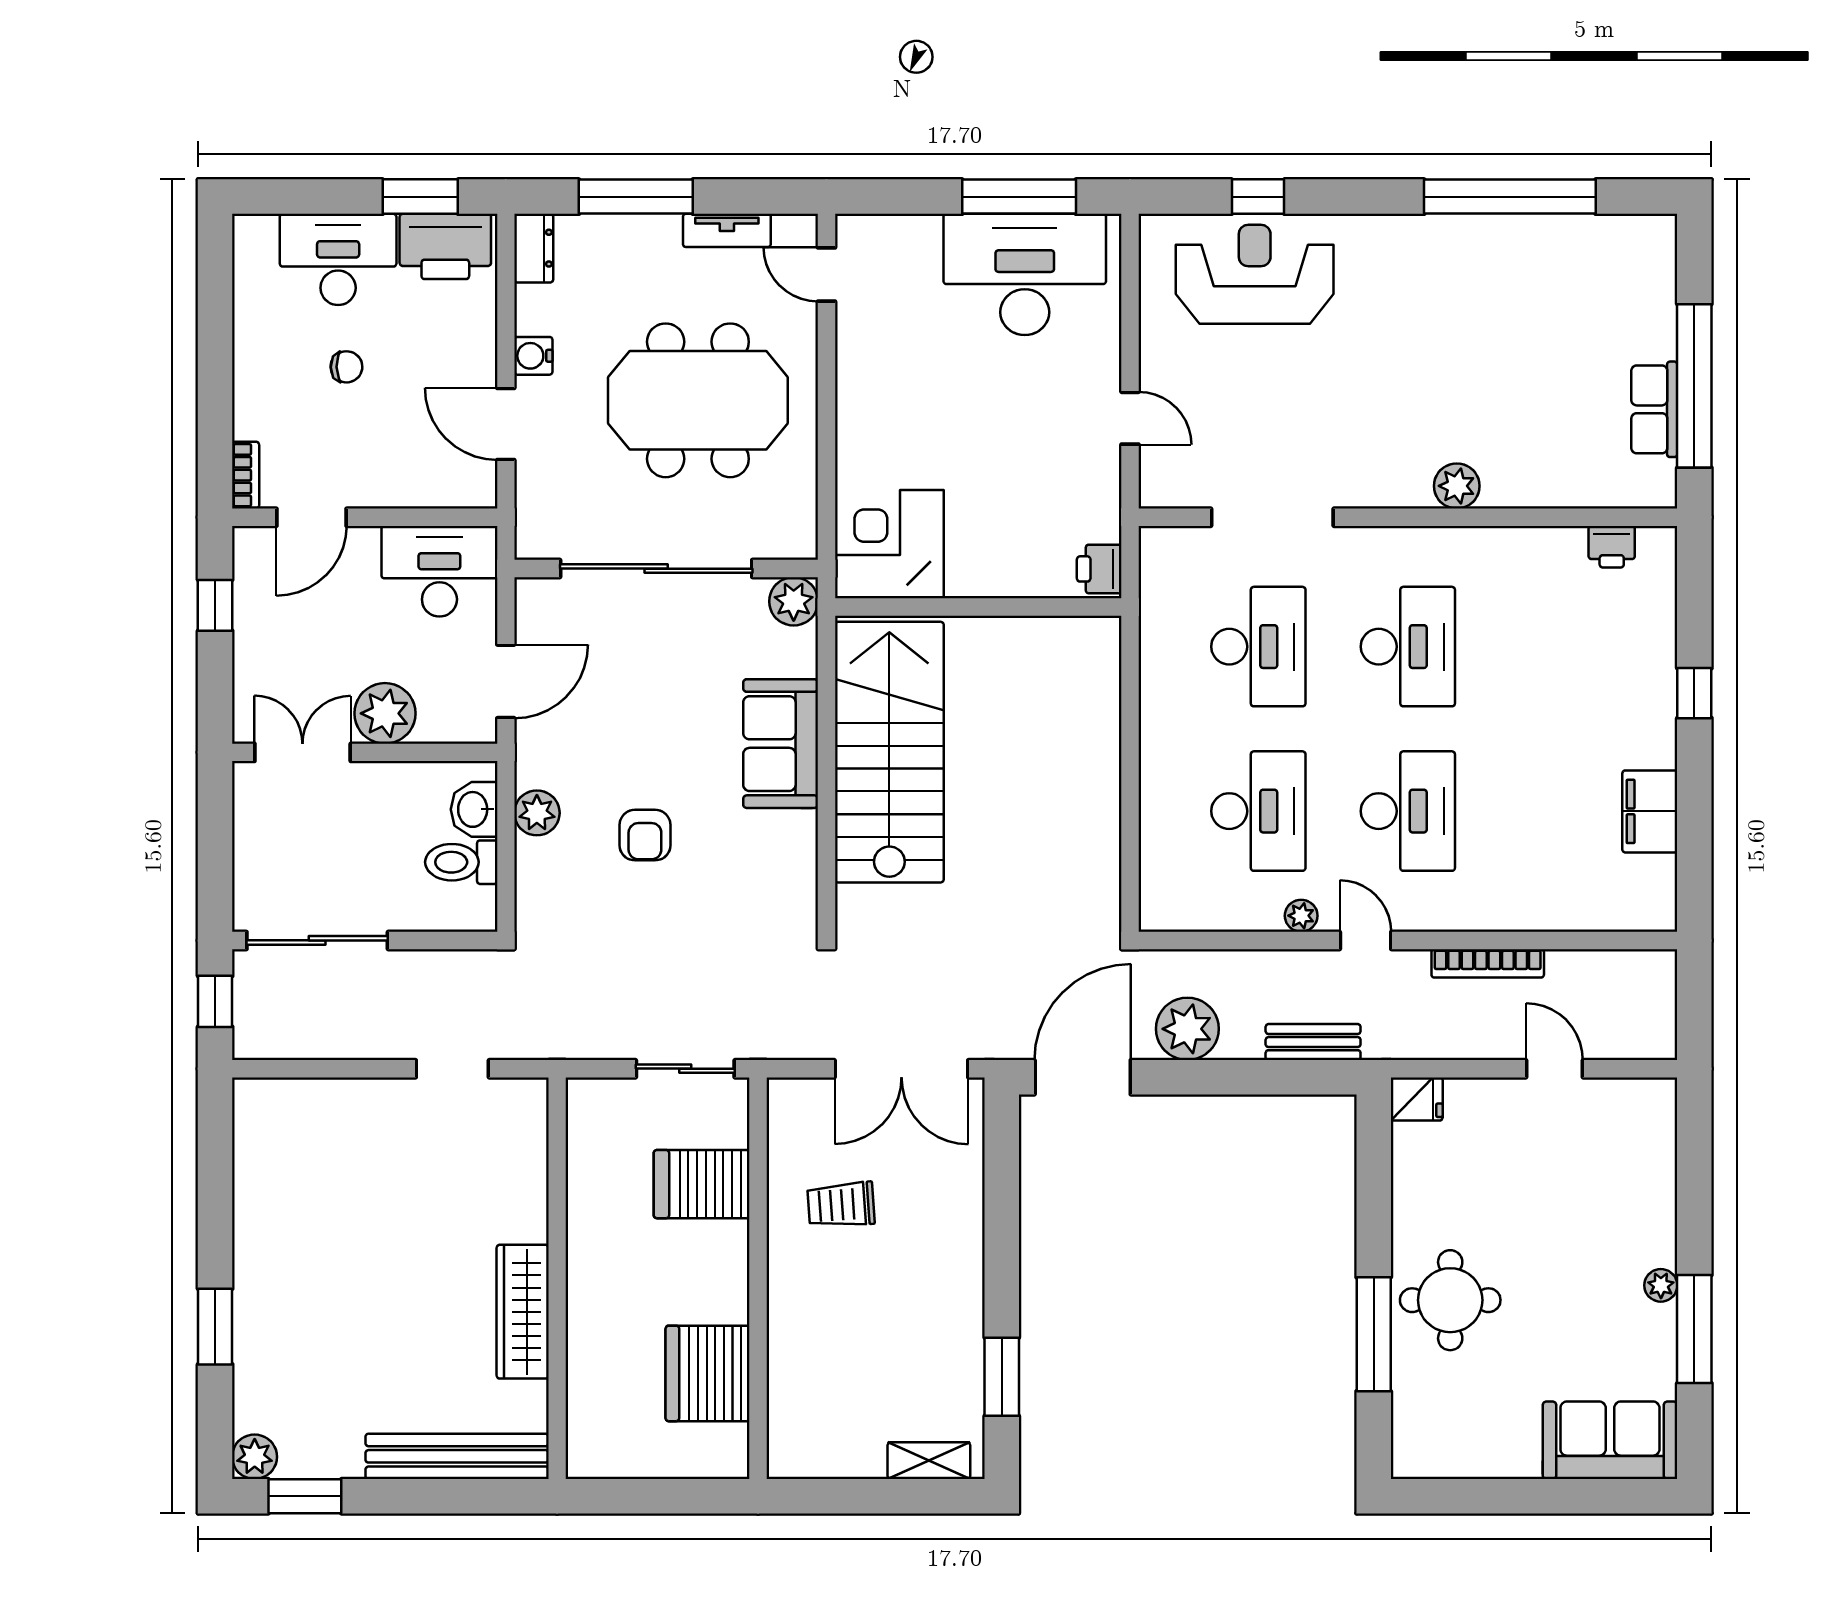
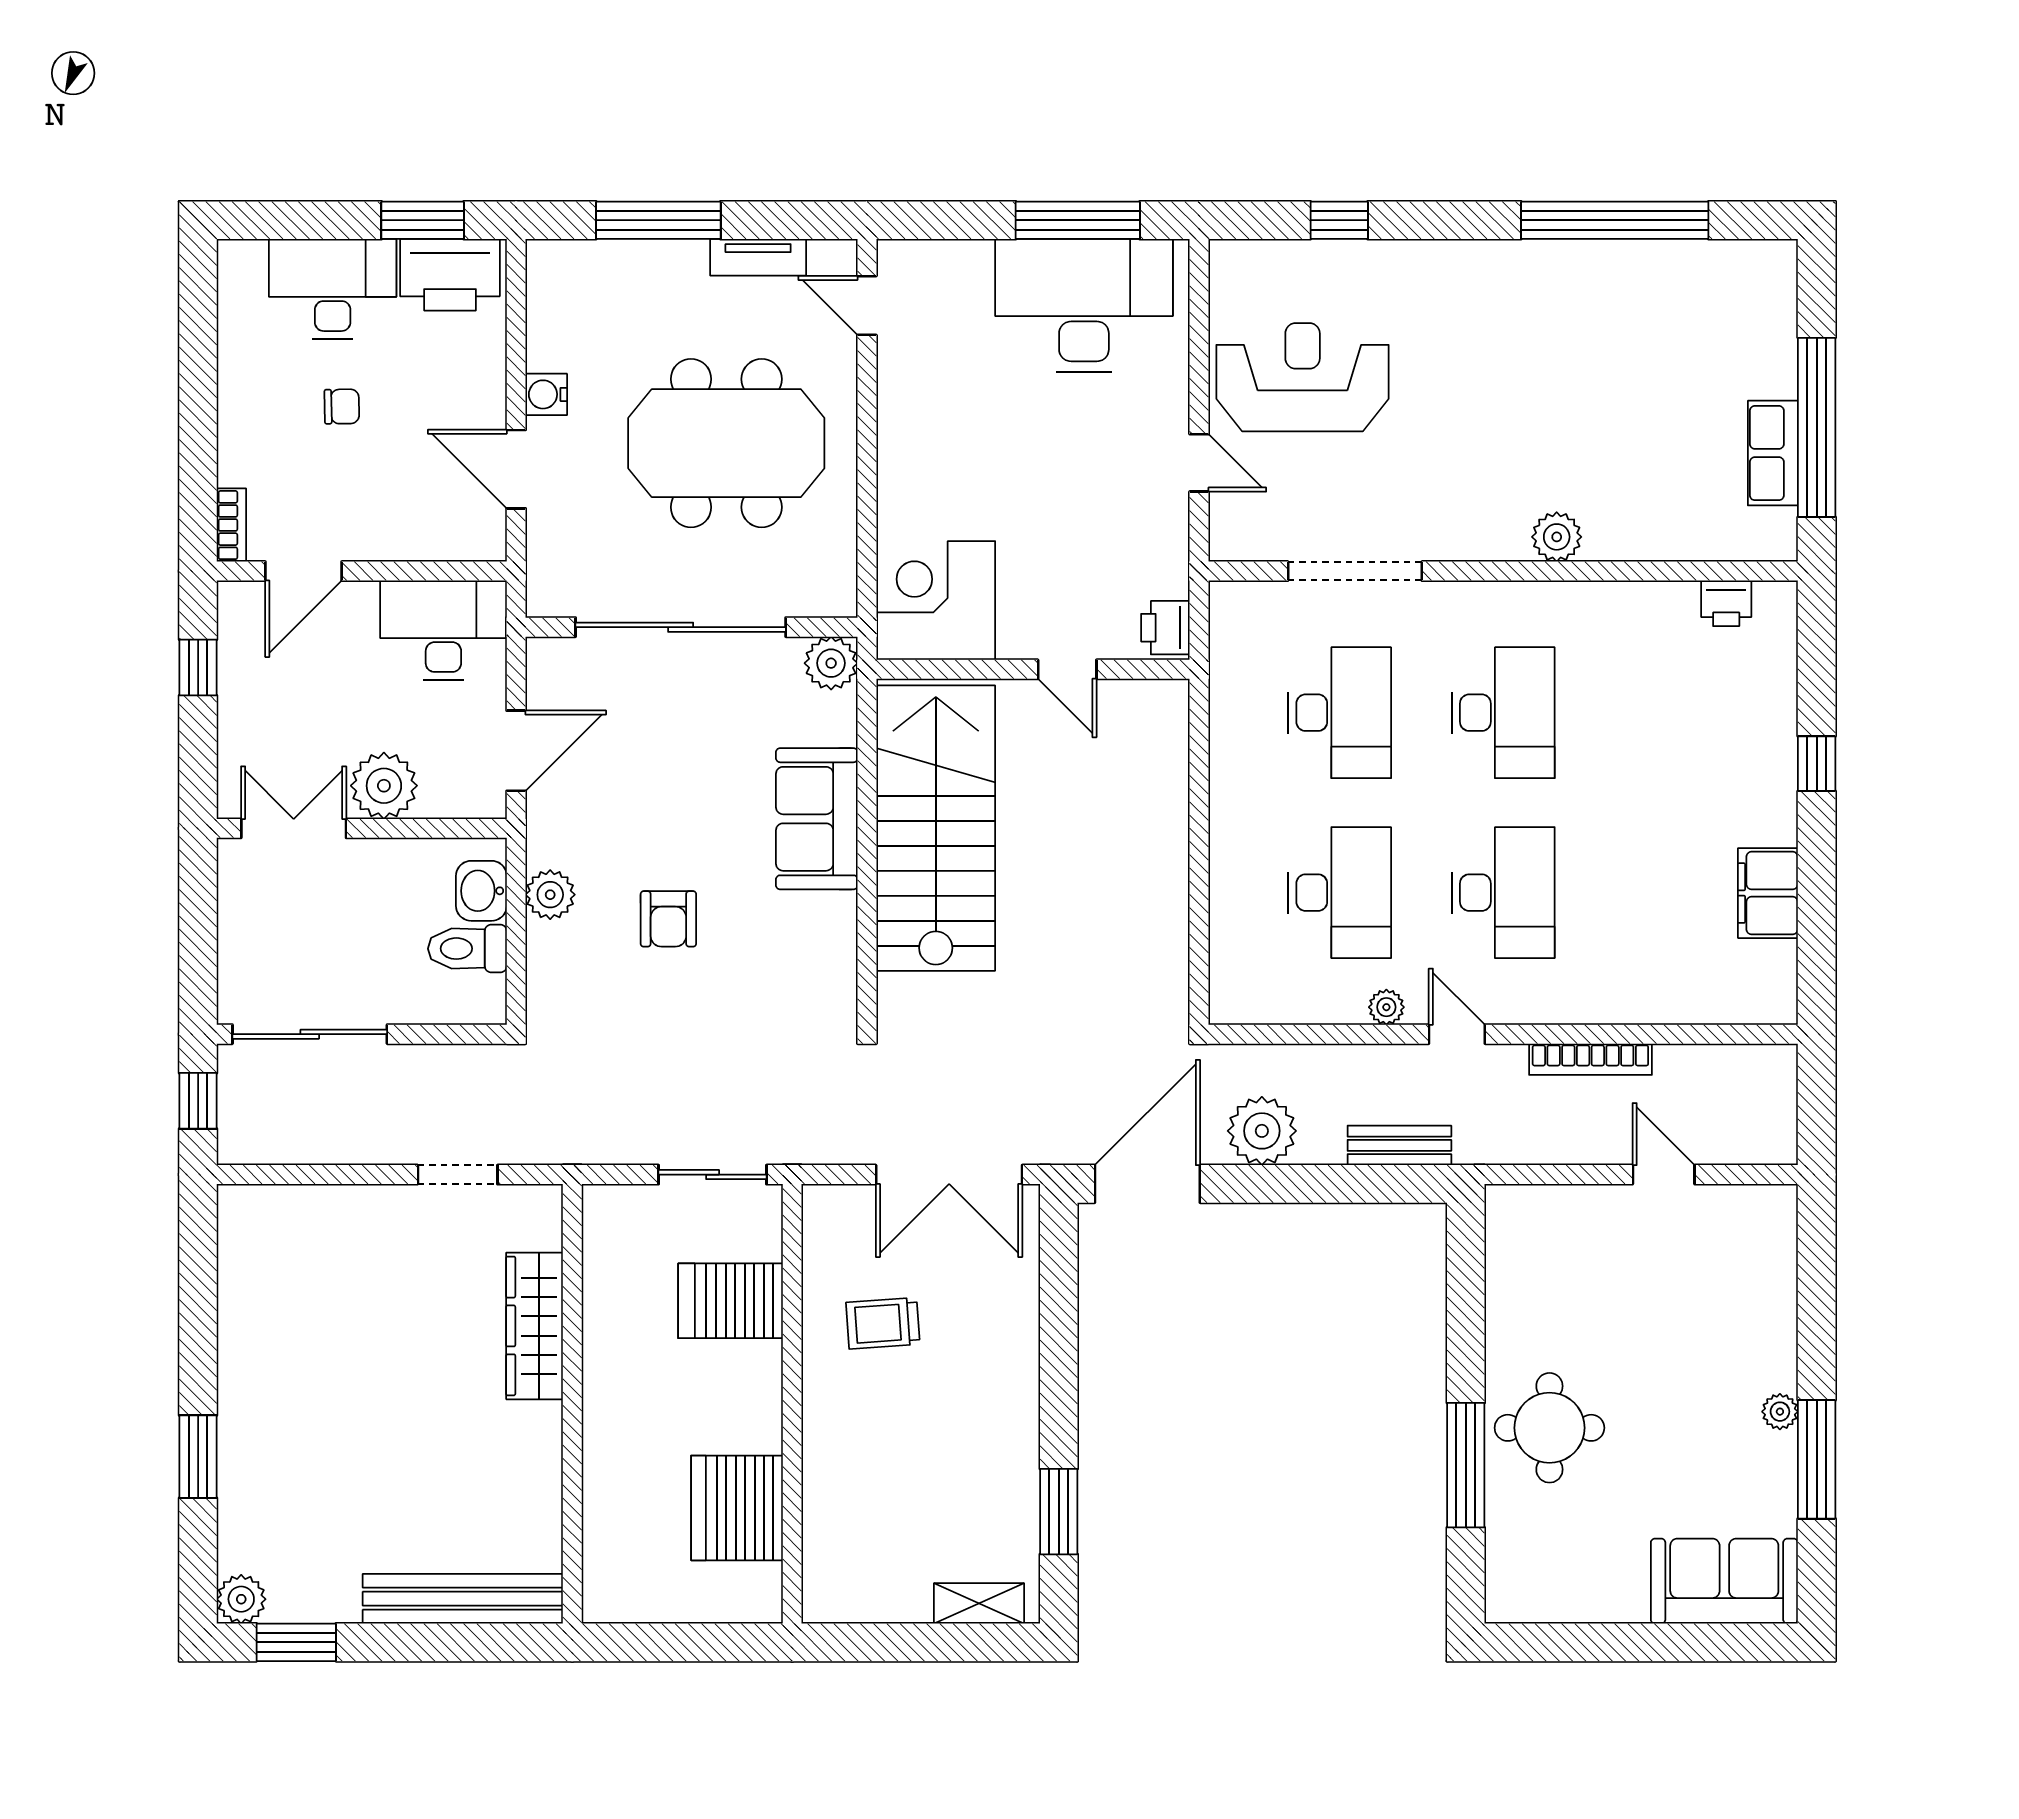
dresser: (534, 248) -> (547, 277), removed
reception desk: (1255, 274) -> (1303, 377), moved
door: (1009, 607) -> (1067, 669), added
fridge: (1417, 1099) -> (1513, 1208), removed
wardrobe: (523, 1312) -> (535, 1326), moved

